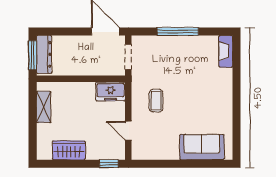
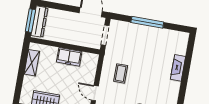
fireplace: (226, 51) -> (178, 68), moved
freezer: (111, 92) -> (69, 57), moved

